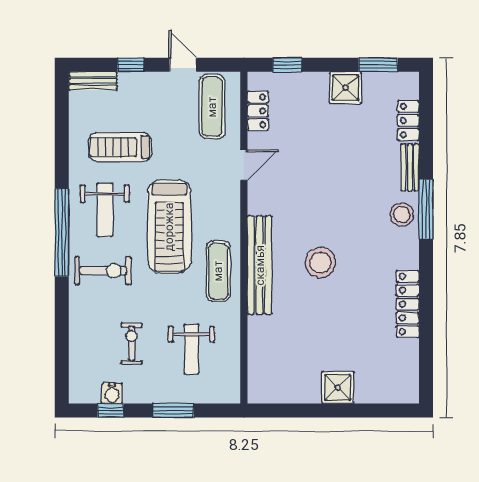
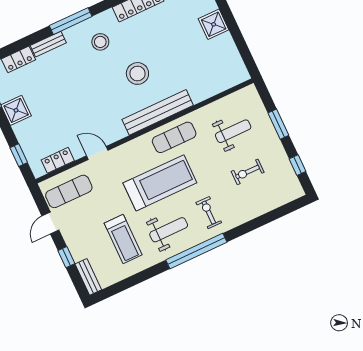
stool: (402, 215) -> (100, 42), moved
exercise bike: (103, 271) -> (209, 213), width x0.73, depth x0.72
water cooler: (112, 393) -> (286, 169), removed

